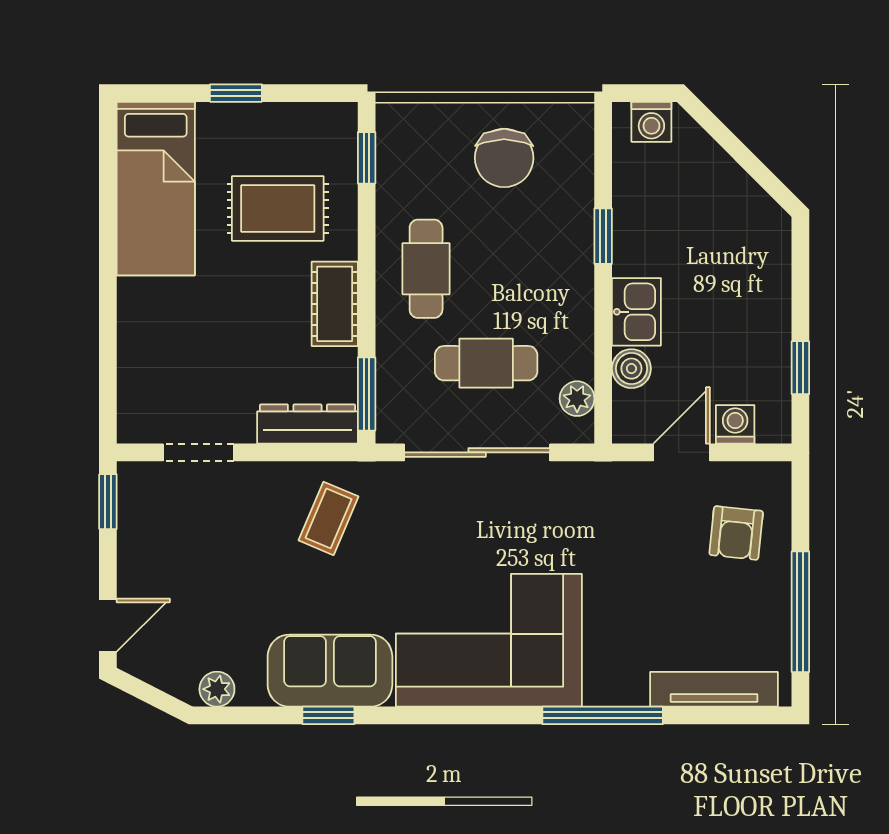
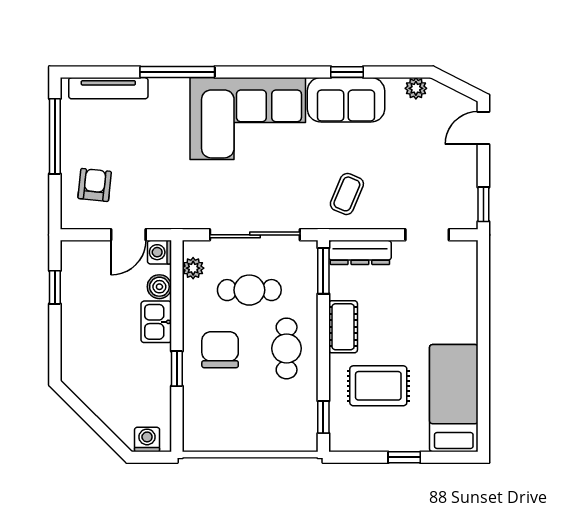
chair: (504, 158) -> (220, 350), moved
washing machine: (735, 424) -> (160, 252), moved, turned 90

